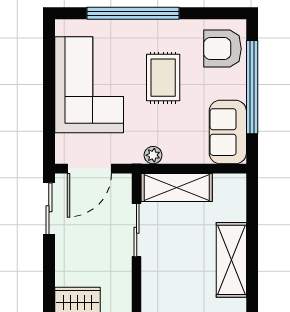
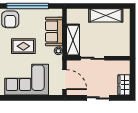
sofa: (228, 132) -> (54, 32), moved, turned 90
sliding door: (49, 209) -> (98, 98), moved

